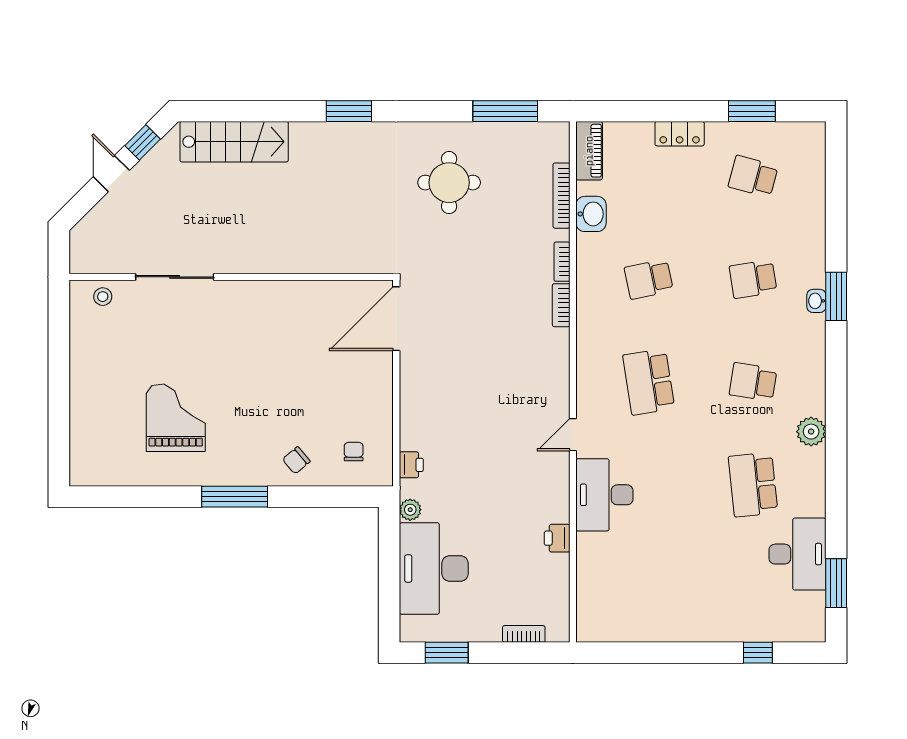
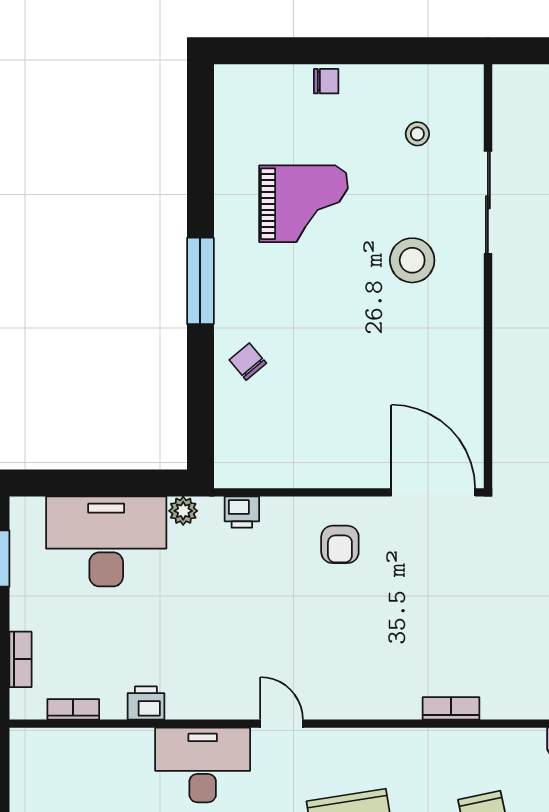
bookcase: (562, 262) -> (73, 709), moved
stool: (103, 297) -> (417, 134), moved
stool: (219, 335) -> (412, 260), added
armchair: (436, 390) -> (340, 544), added
chair: (354, 452) -> (326, 81), moved

